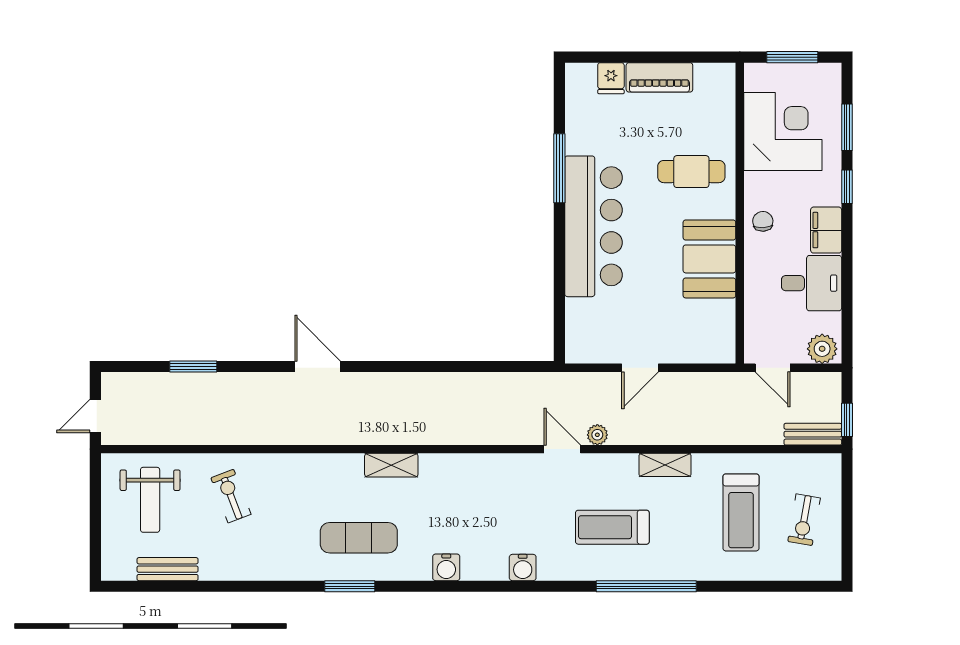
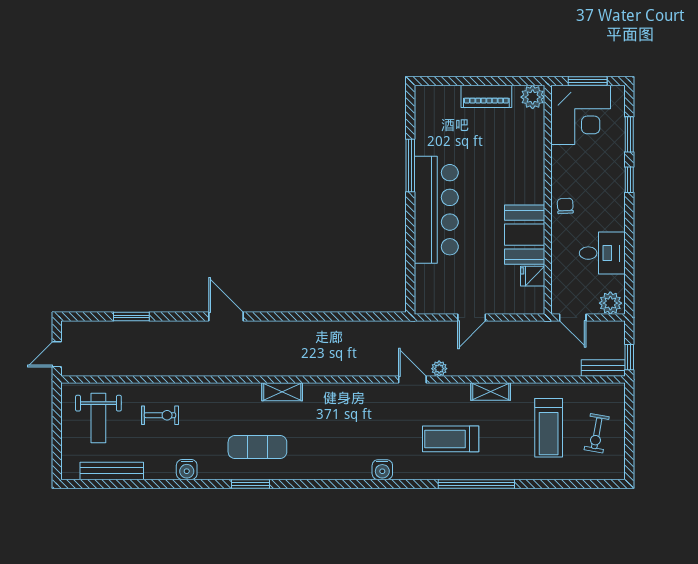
fridge: (611, 78) -> (533, 276), moved, turned 90
plant: (720, 78) -> (533, 97), added
corner desk: (783, 131) -> (581, 115), moved, turned 90
cafe table: (691, 172) -> (511, 168), removed
filing cabinet: (826, 230) -> (613, 213), removed
exercise bike: (231, 496) -> (160, 415), turned 111
water cooler: (446, 567) -> (187, 470), moved
bench: (168, 569) -> (112, 471), width x1.36

